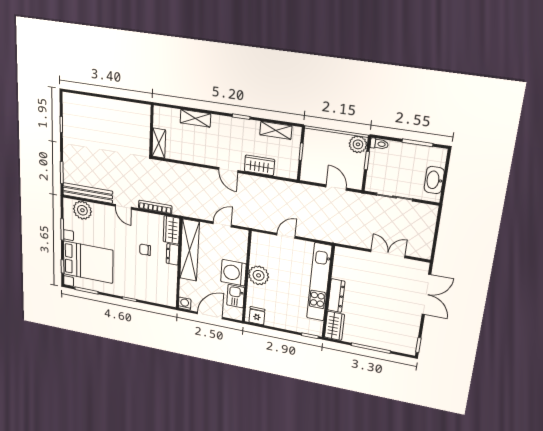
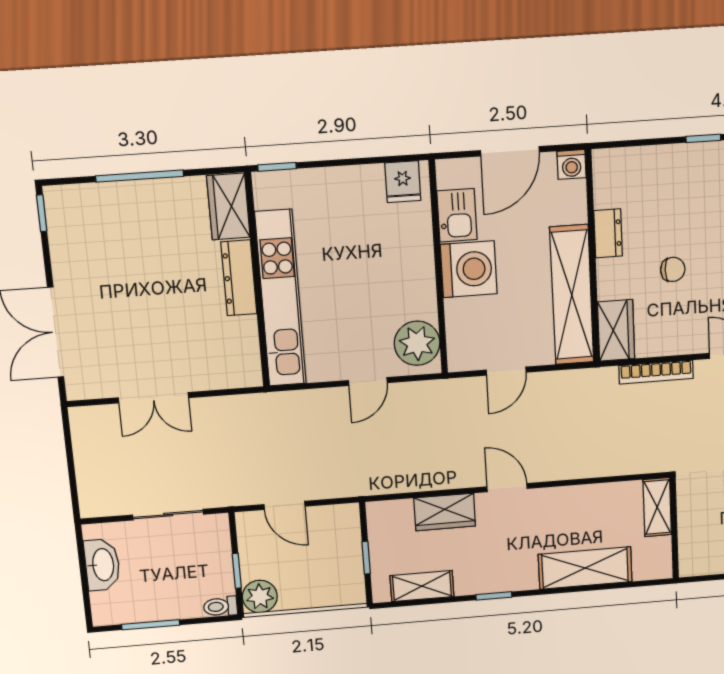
shelving: (195, 118) -> (585, 568), width x1.50, depth x1.33
dresser: (172, 254) -> (608, 233), moved
plant: (259, 275) -> (417, 343), moved

